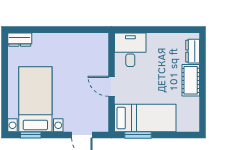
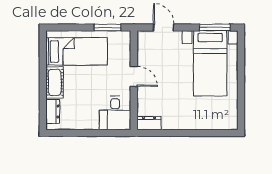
dresser: (20, 40) -> (149, 123), moved
bed: (145, 118) -> (77, 51), moved, turned 180
window: (31, 135) -> (215, 27), width x1.50

